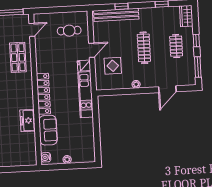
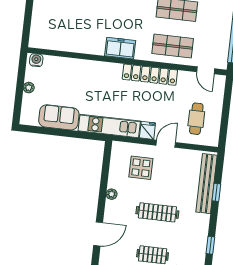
door: (92, 50) -> (166, 144), swing flipped
door: (167, 89) -> (98, 234), swing flipped
locker: (43, 94) -> (150, 75), moved
freezer: (28, 121) -> (120, 48), moved
sofa: (48, 130) -> (59, 117), moved, turned 180

